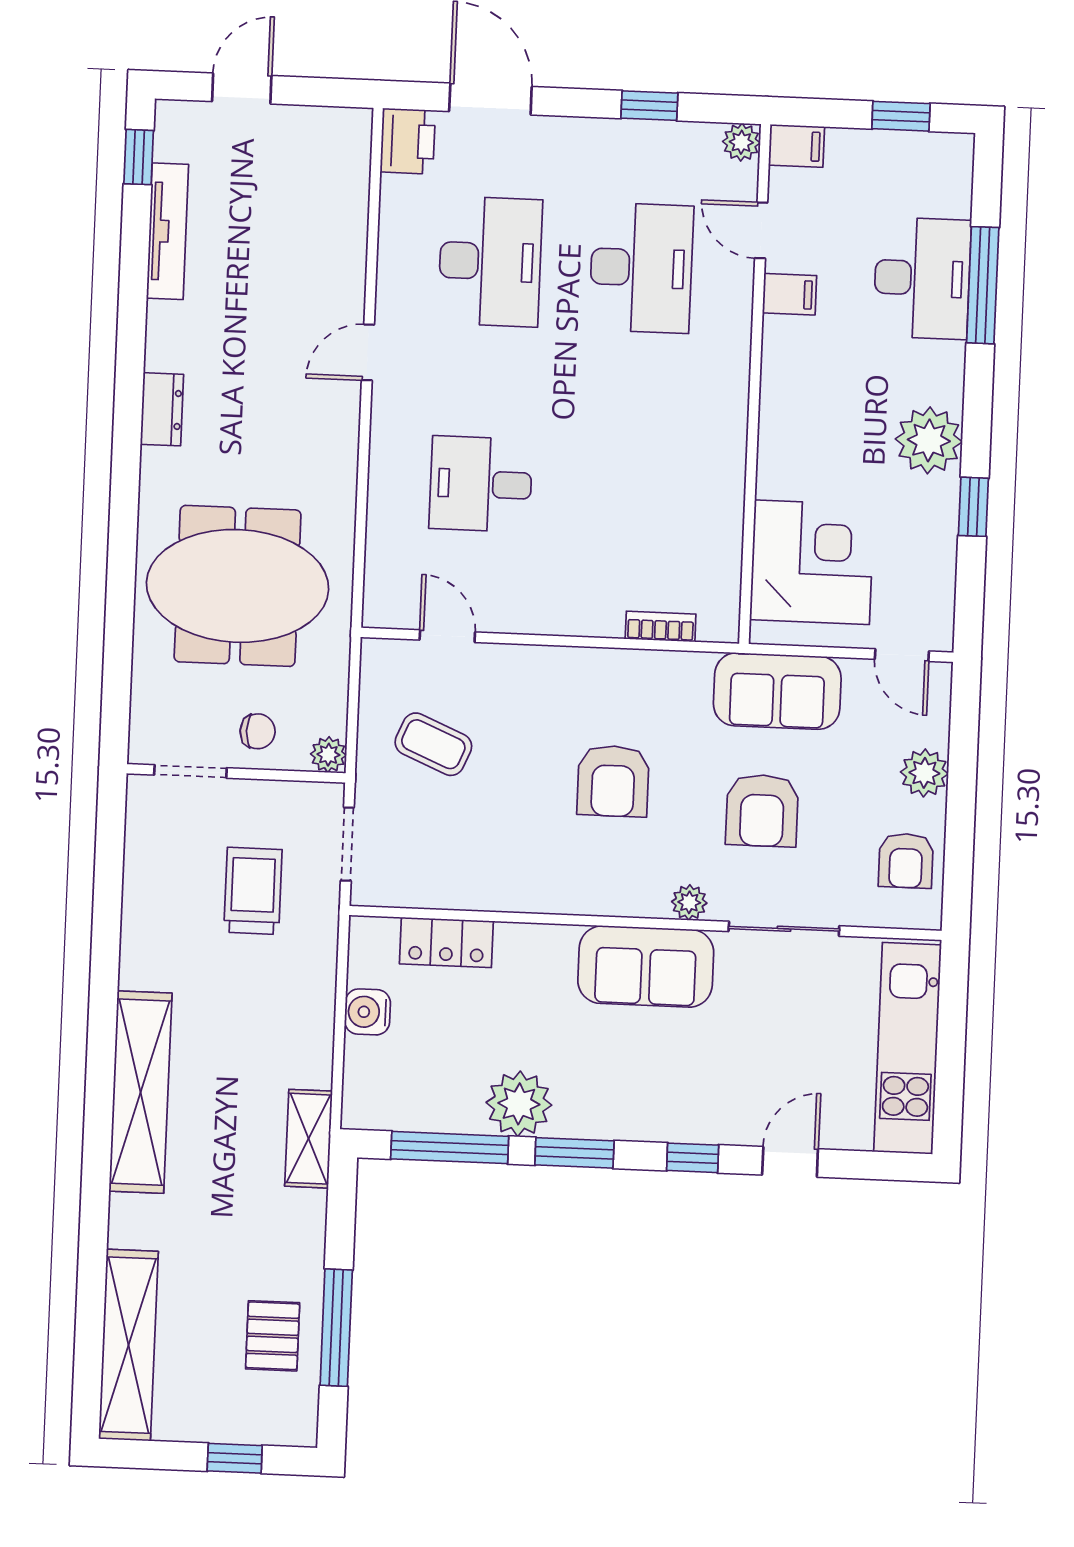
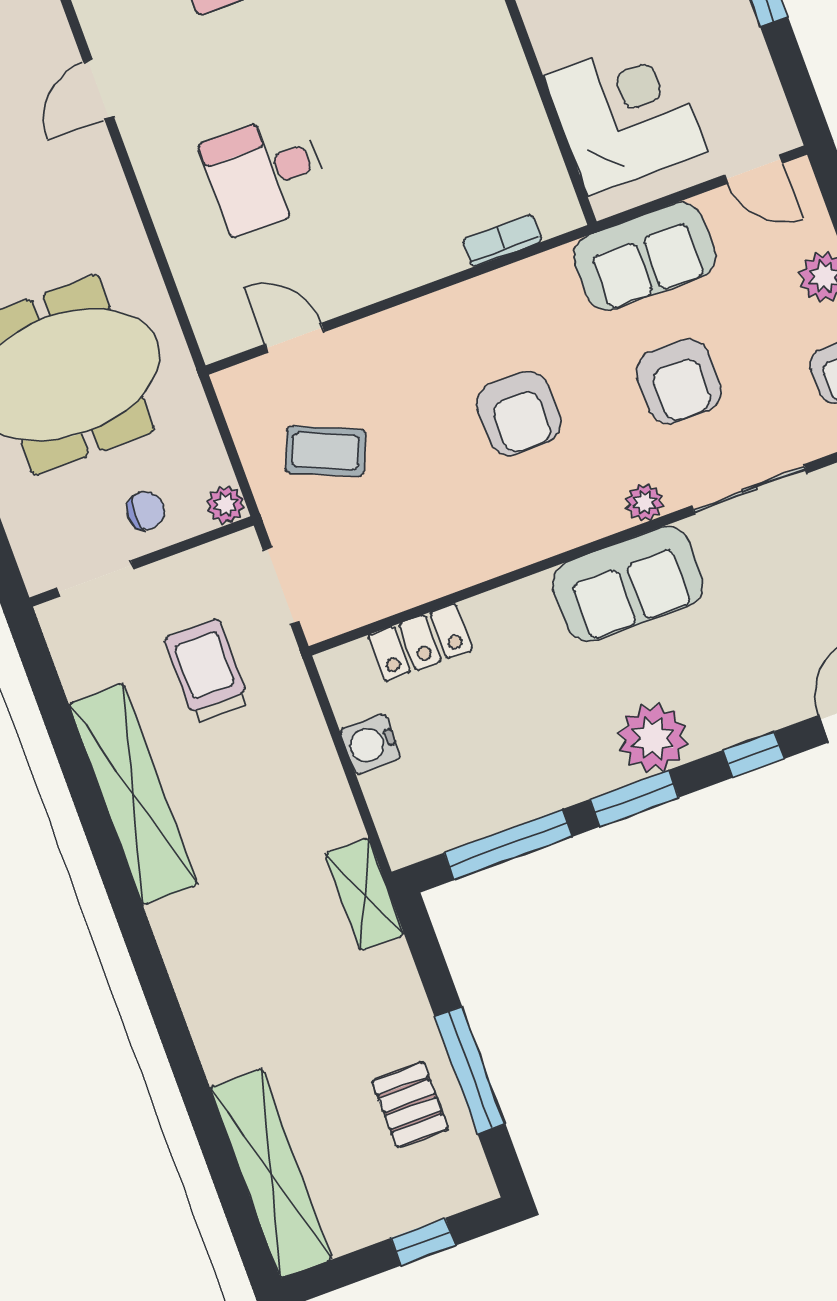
shelving: (141, 1092) -> (133, 794), moved
plant: (519, 1104) -> (653, 738), moved

